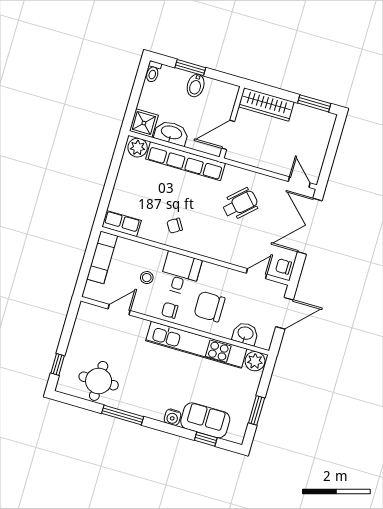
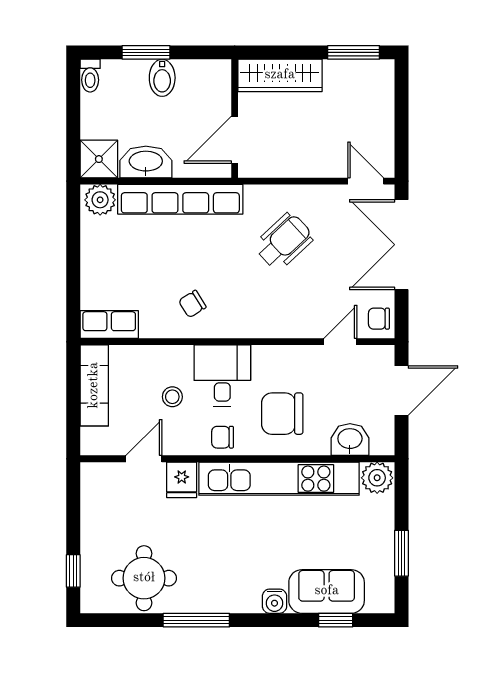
fridge: (138, 329) -> (182, 480), added

